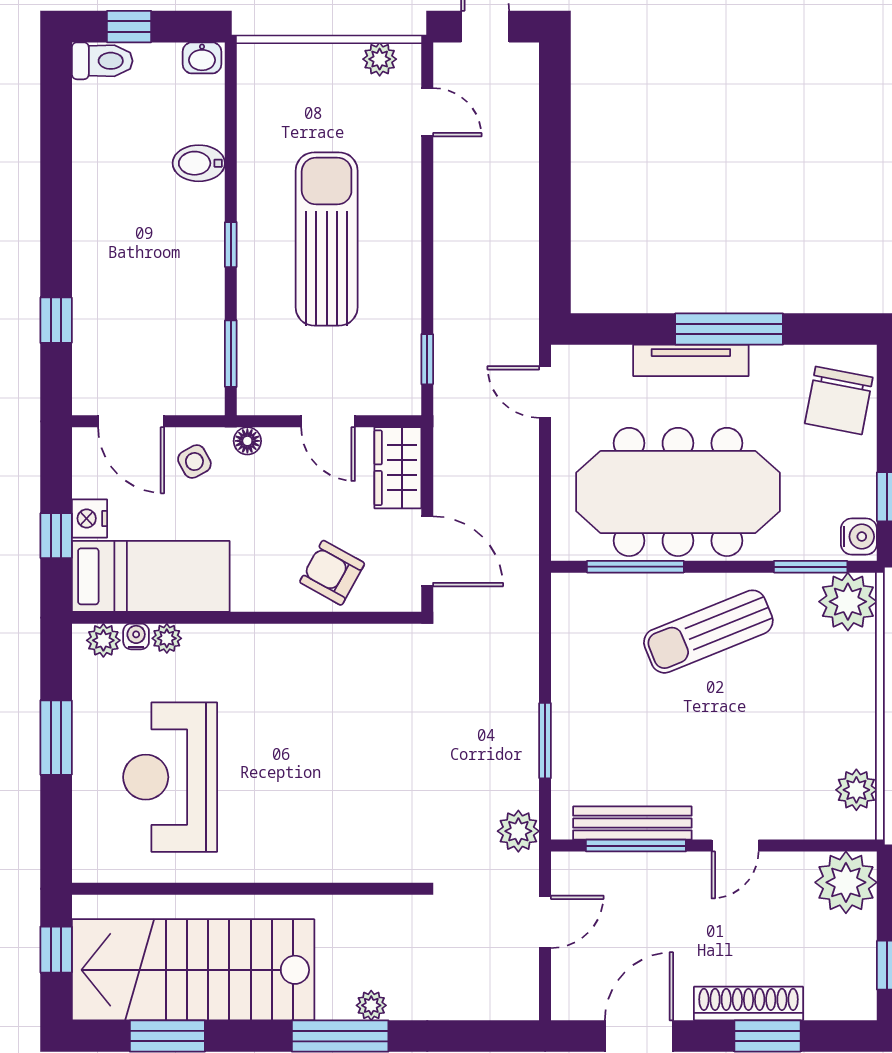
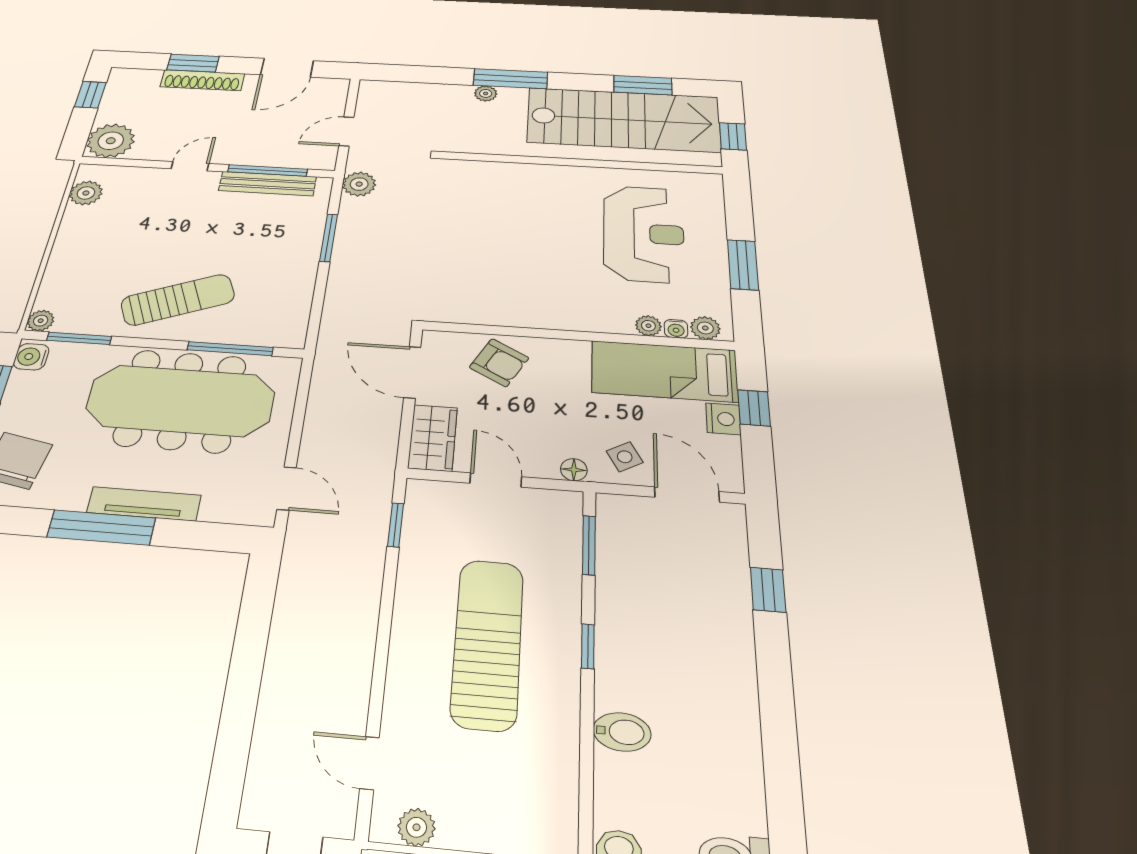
sun lounger: (327, 239) -> (488, 643), turned 180
plant: (848, 602) -> (41, 321), width x0.53, depth x0.53

